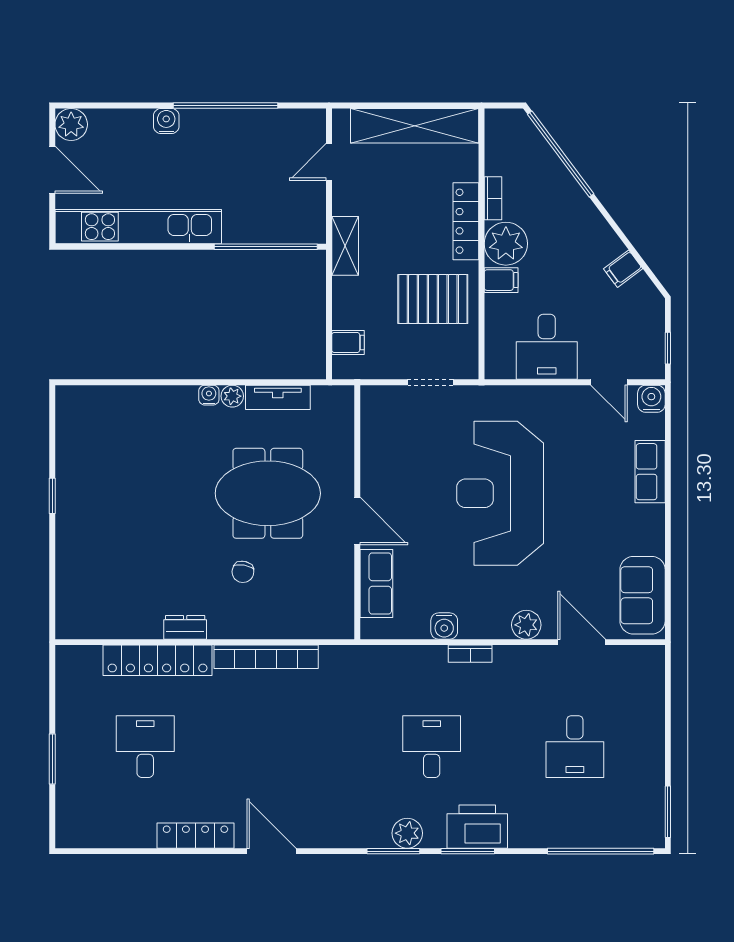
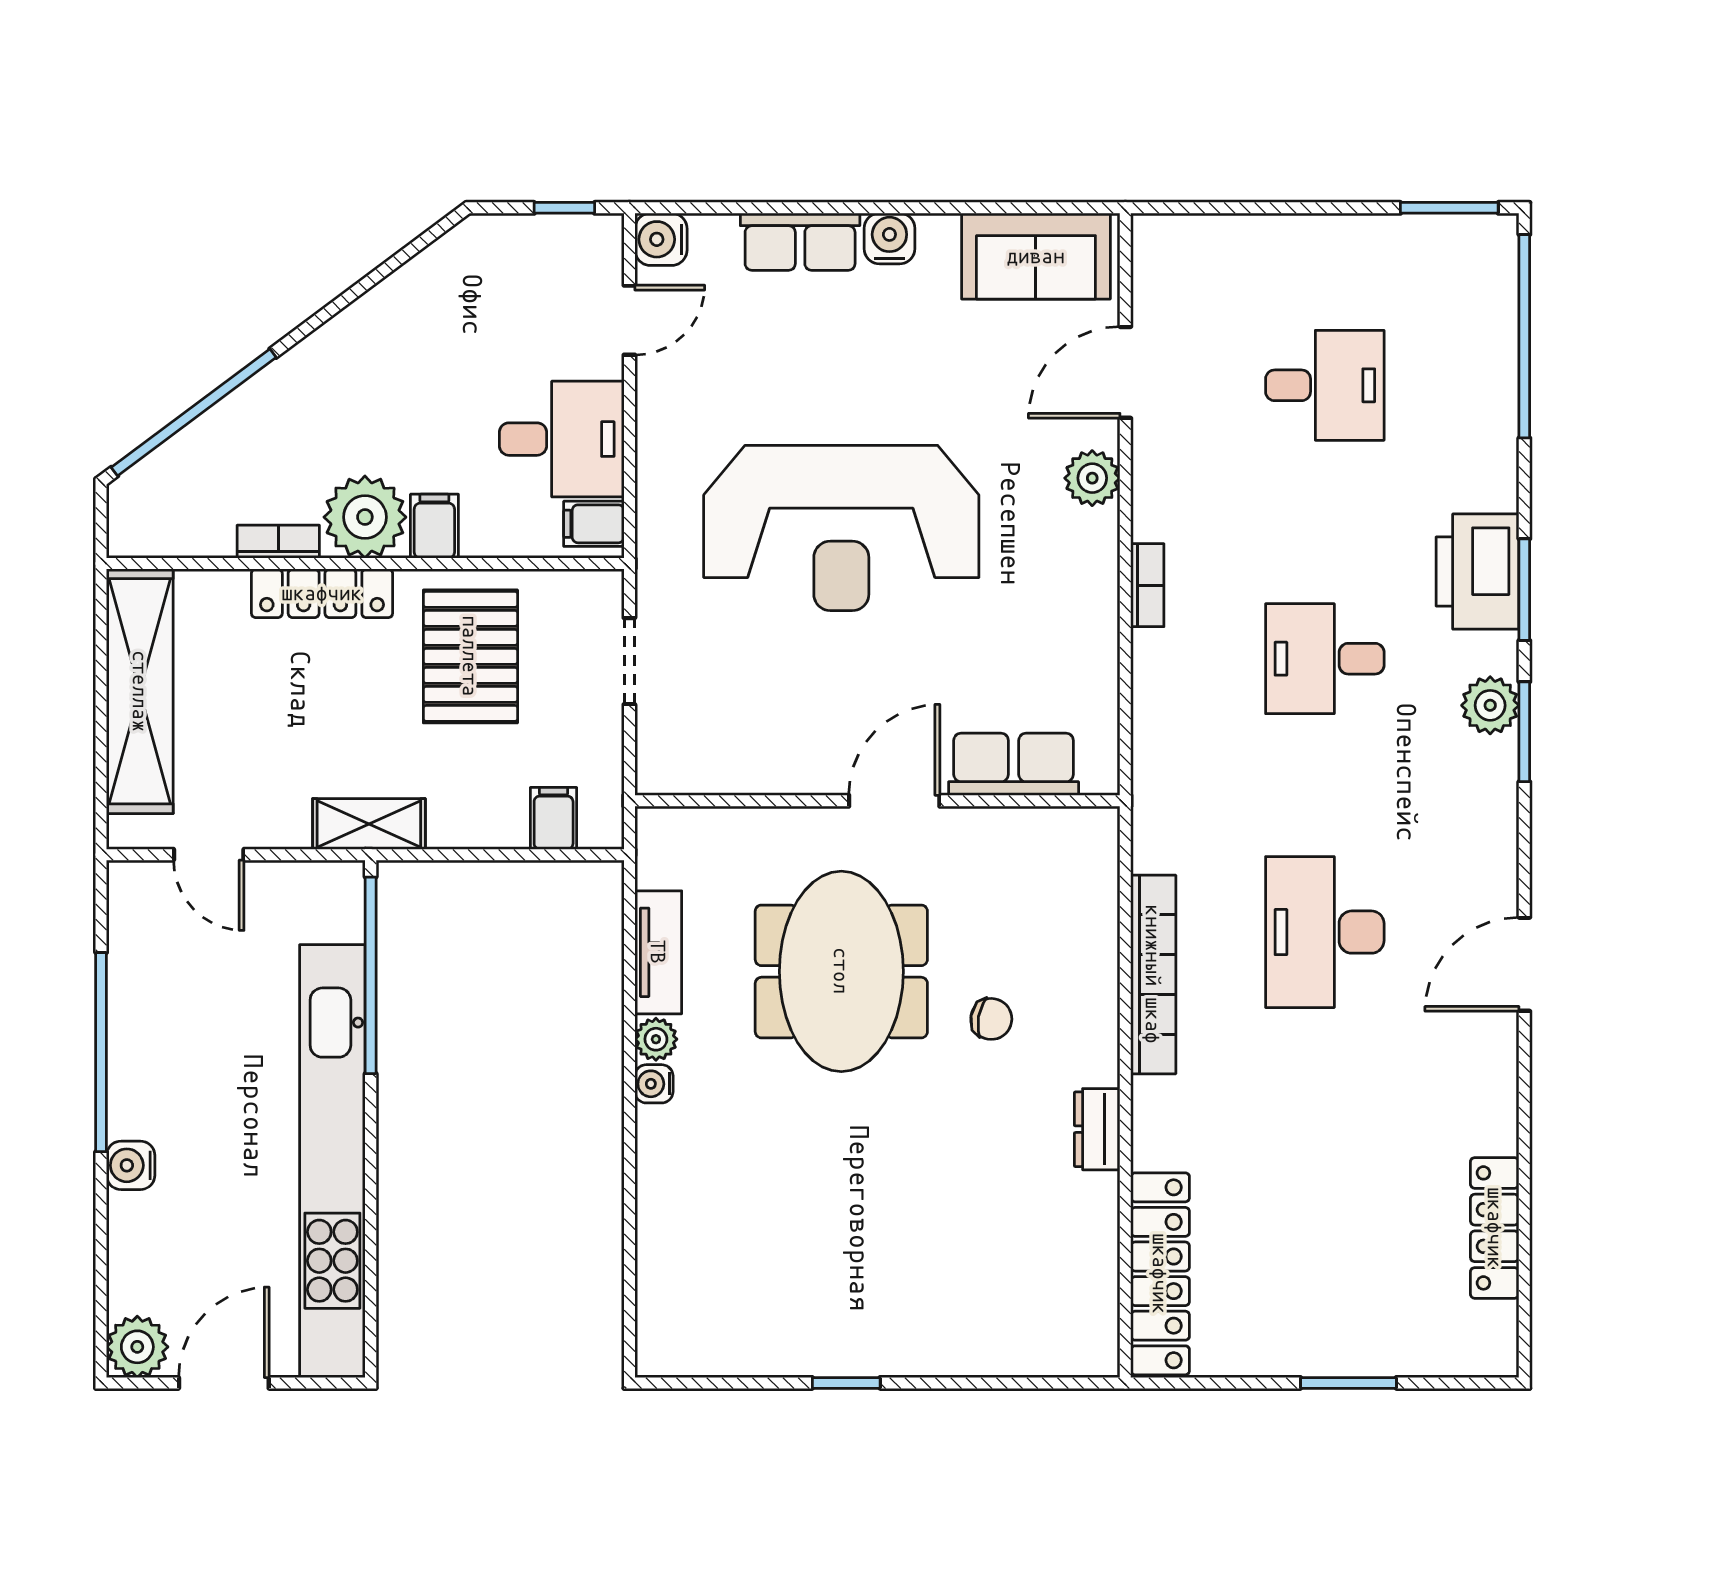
kitchen unit: (138, 227) -> (332, 1161), width x1.36
filing cabinet: (623, 269) -> (594, 524), moved, turned 127
water cooler: (444, 626) -> (889, 239), moved, turned -90
locker: (158, 660) -> (1160, 1274), moved
desk: (145, 747) -> (1325, 932), moved, width x1.37
locker: (195, 836) -> (1495, 1228), moved

